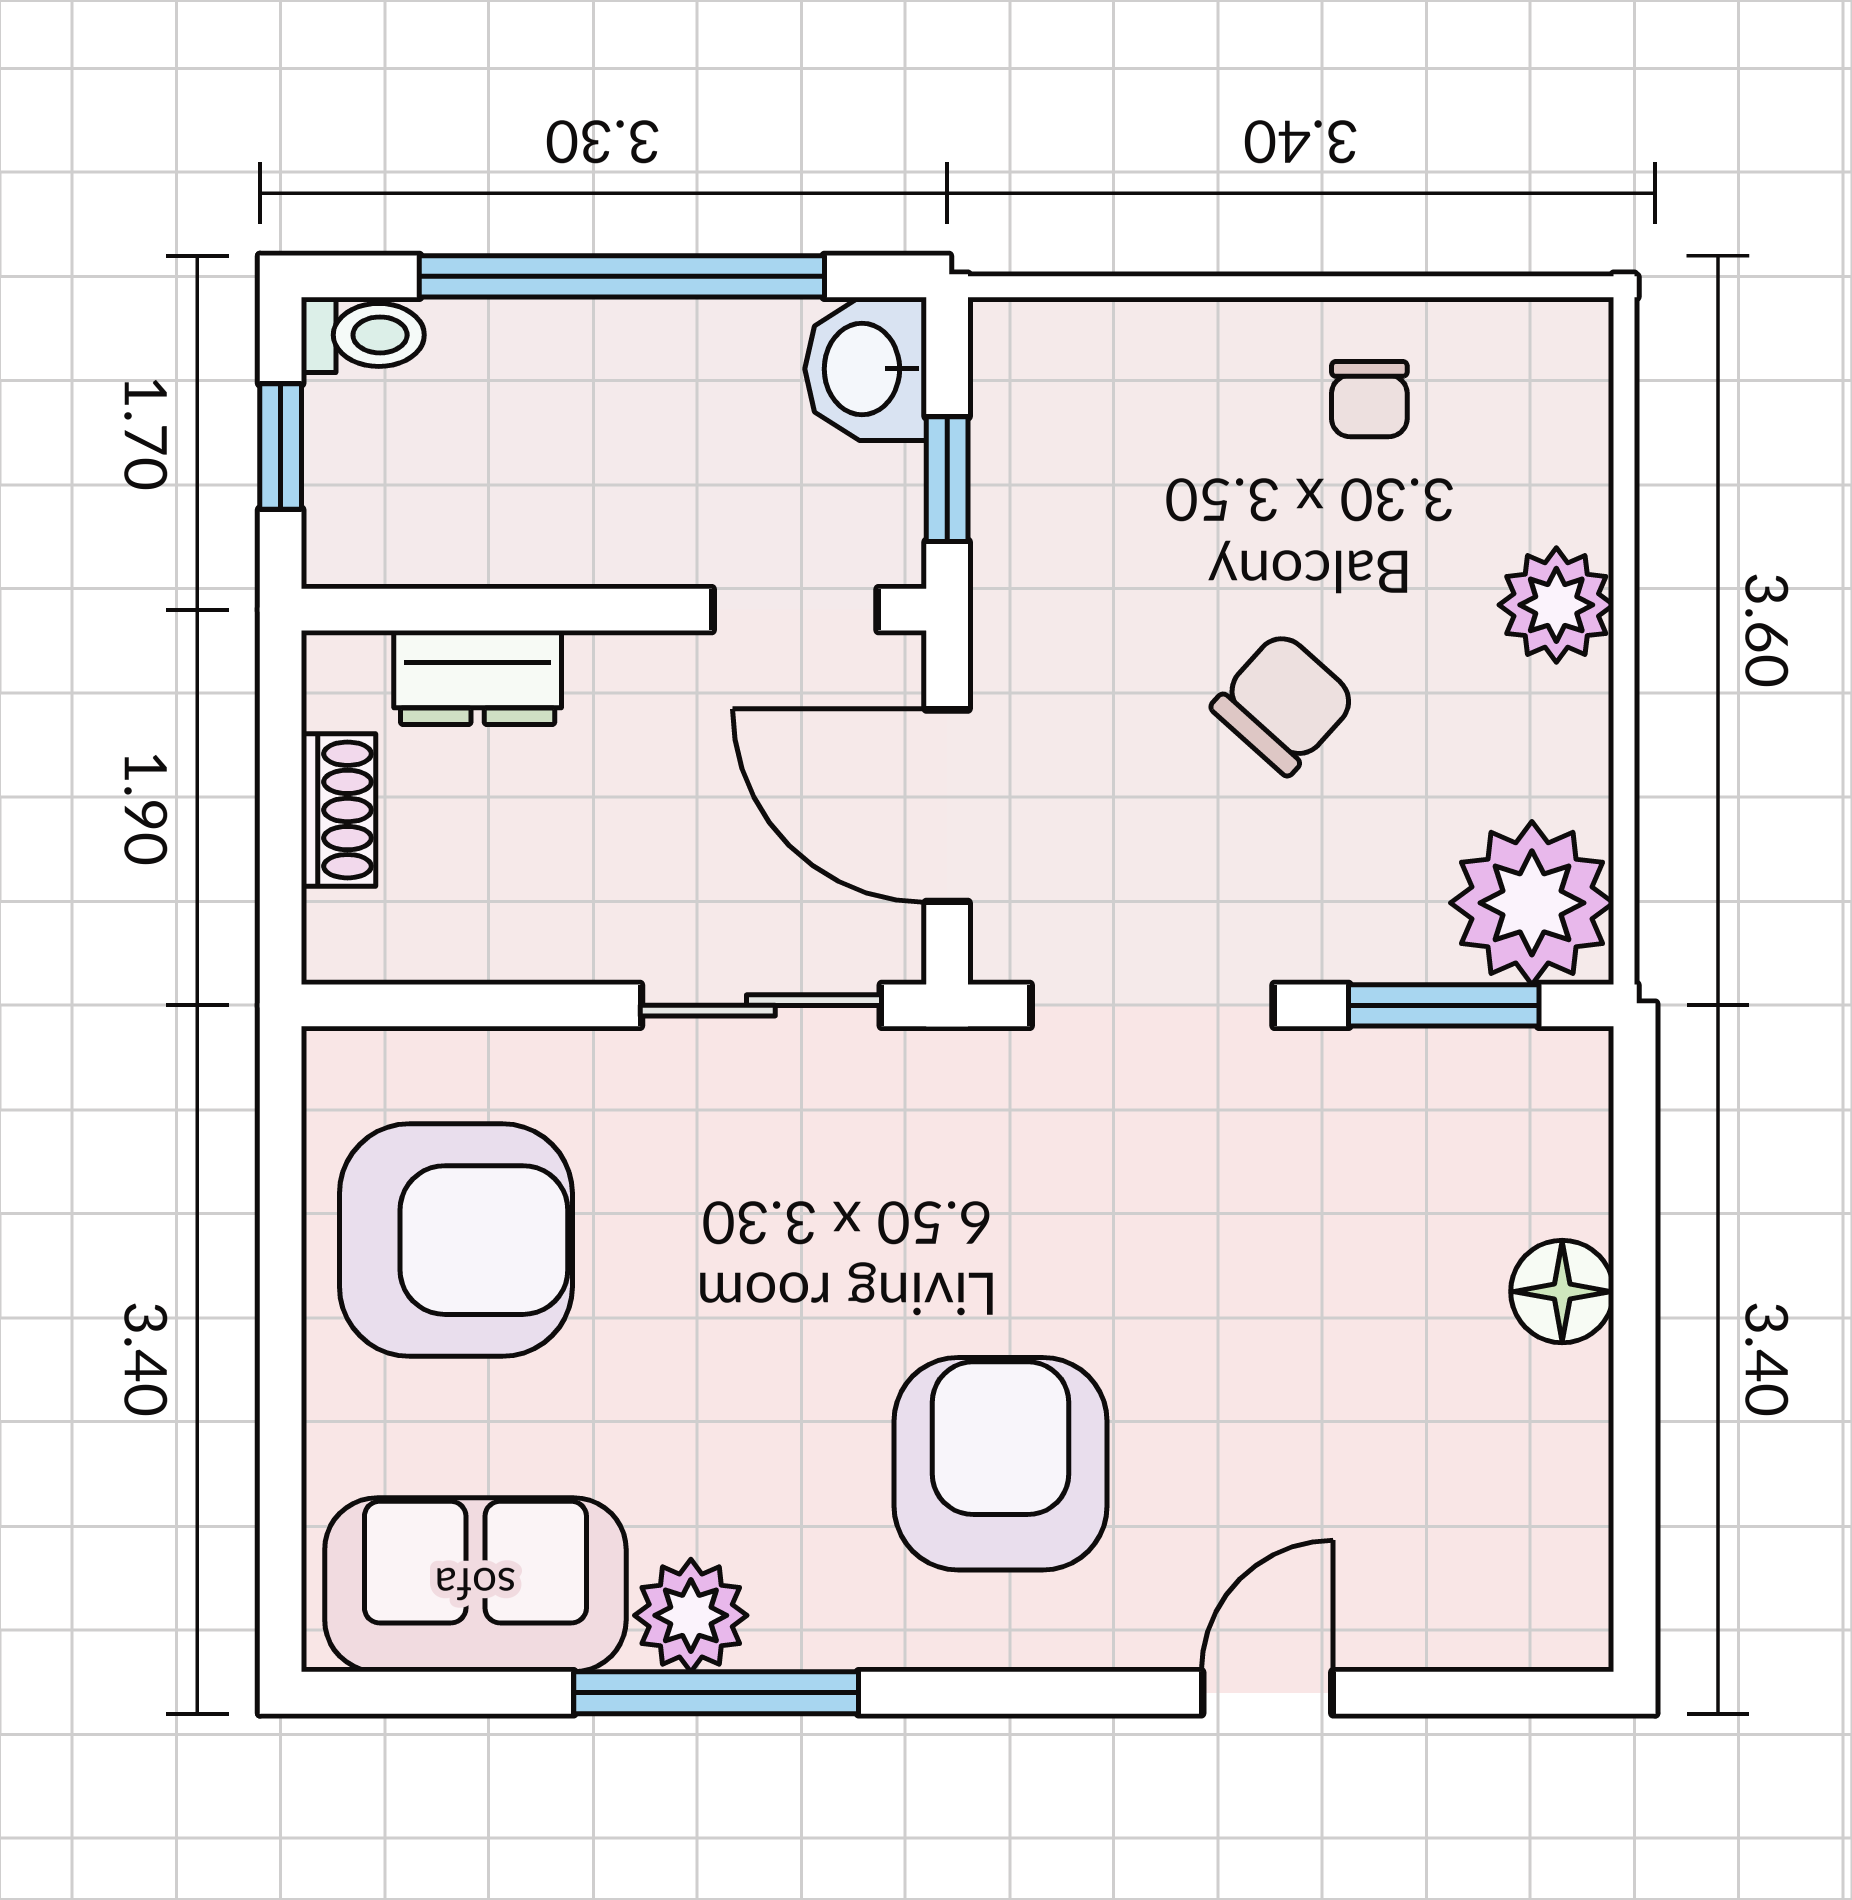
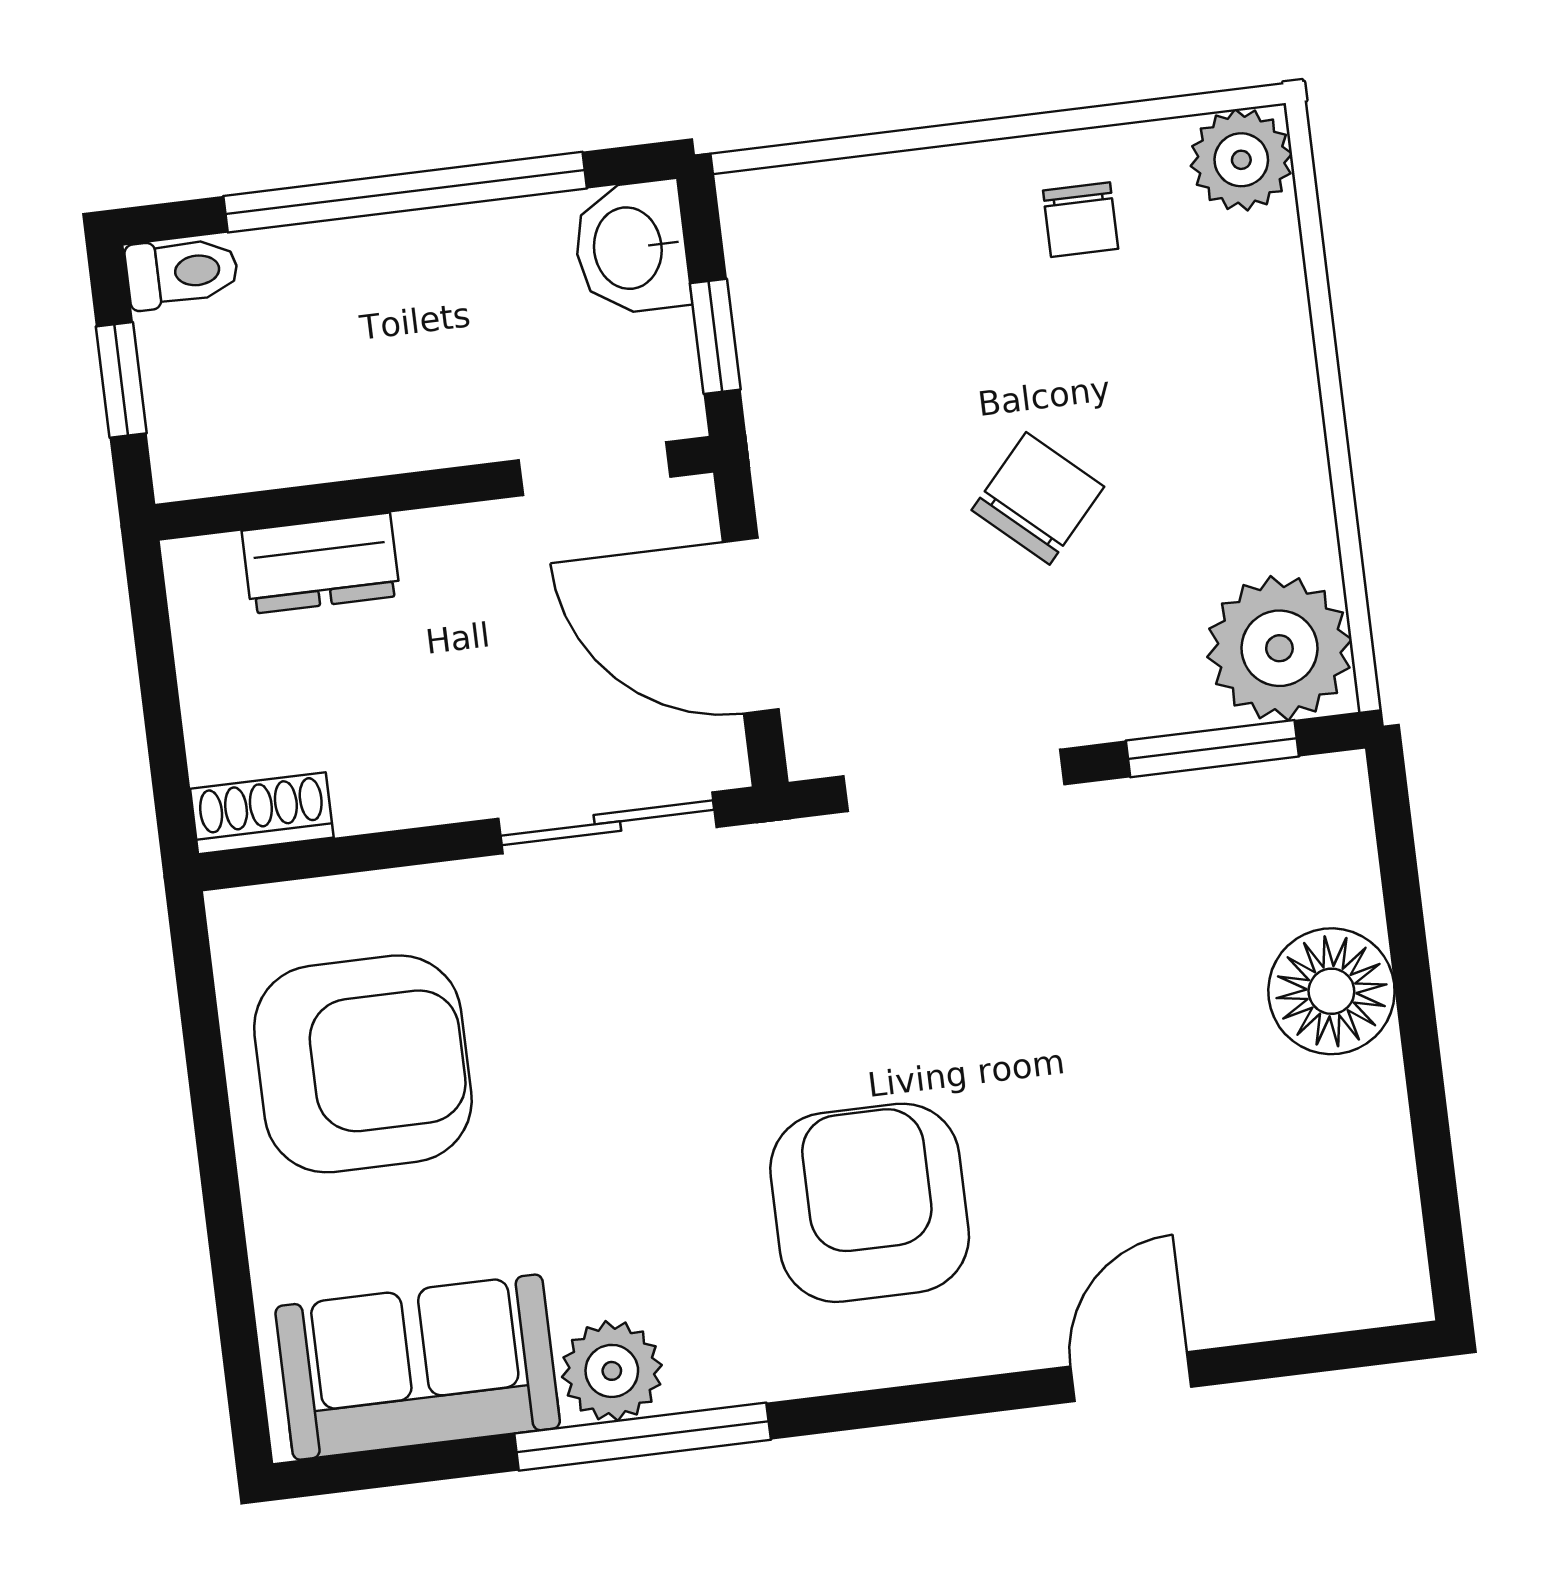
plant: (1556, 605) -> (1241, 160), moved
shoe rack: (339, 810) -> (262, 813), moved, turned -90
floor lamp: (1562, 1292) -> (1331, 991), width x1.38, depth x1.38

